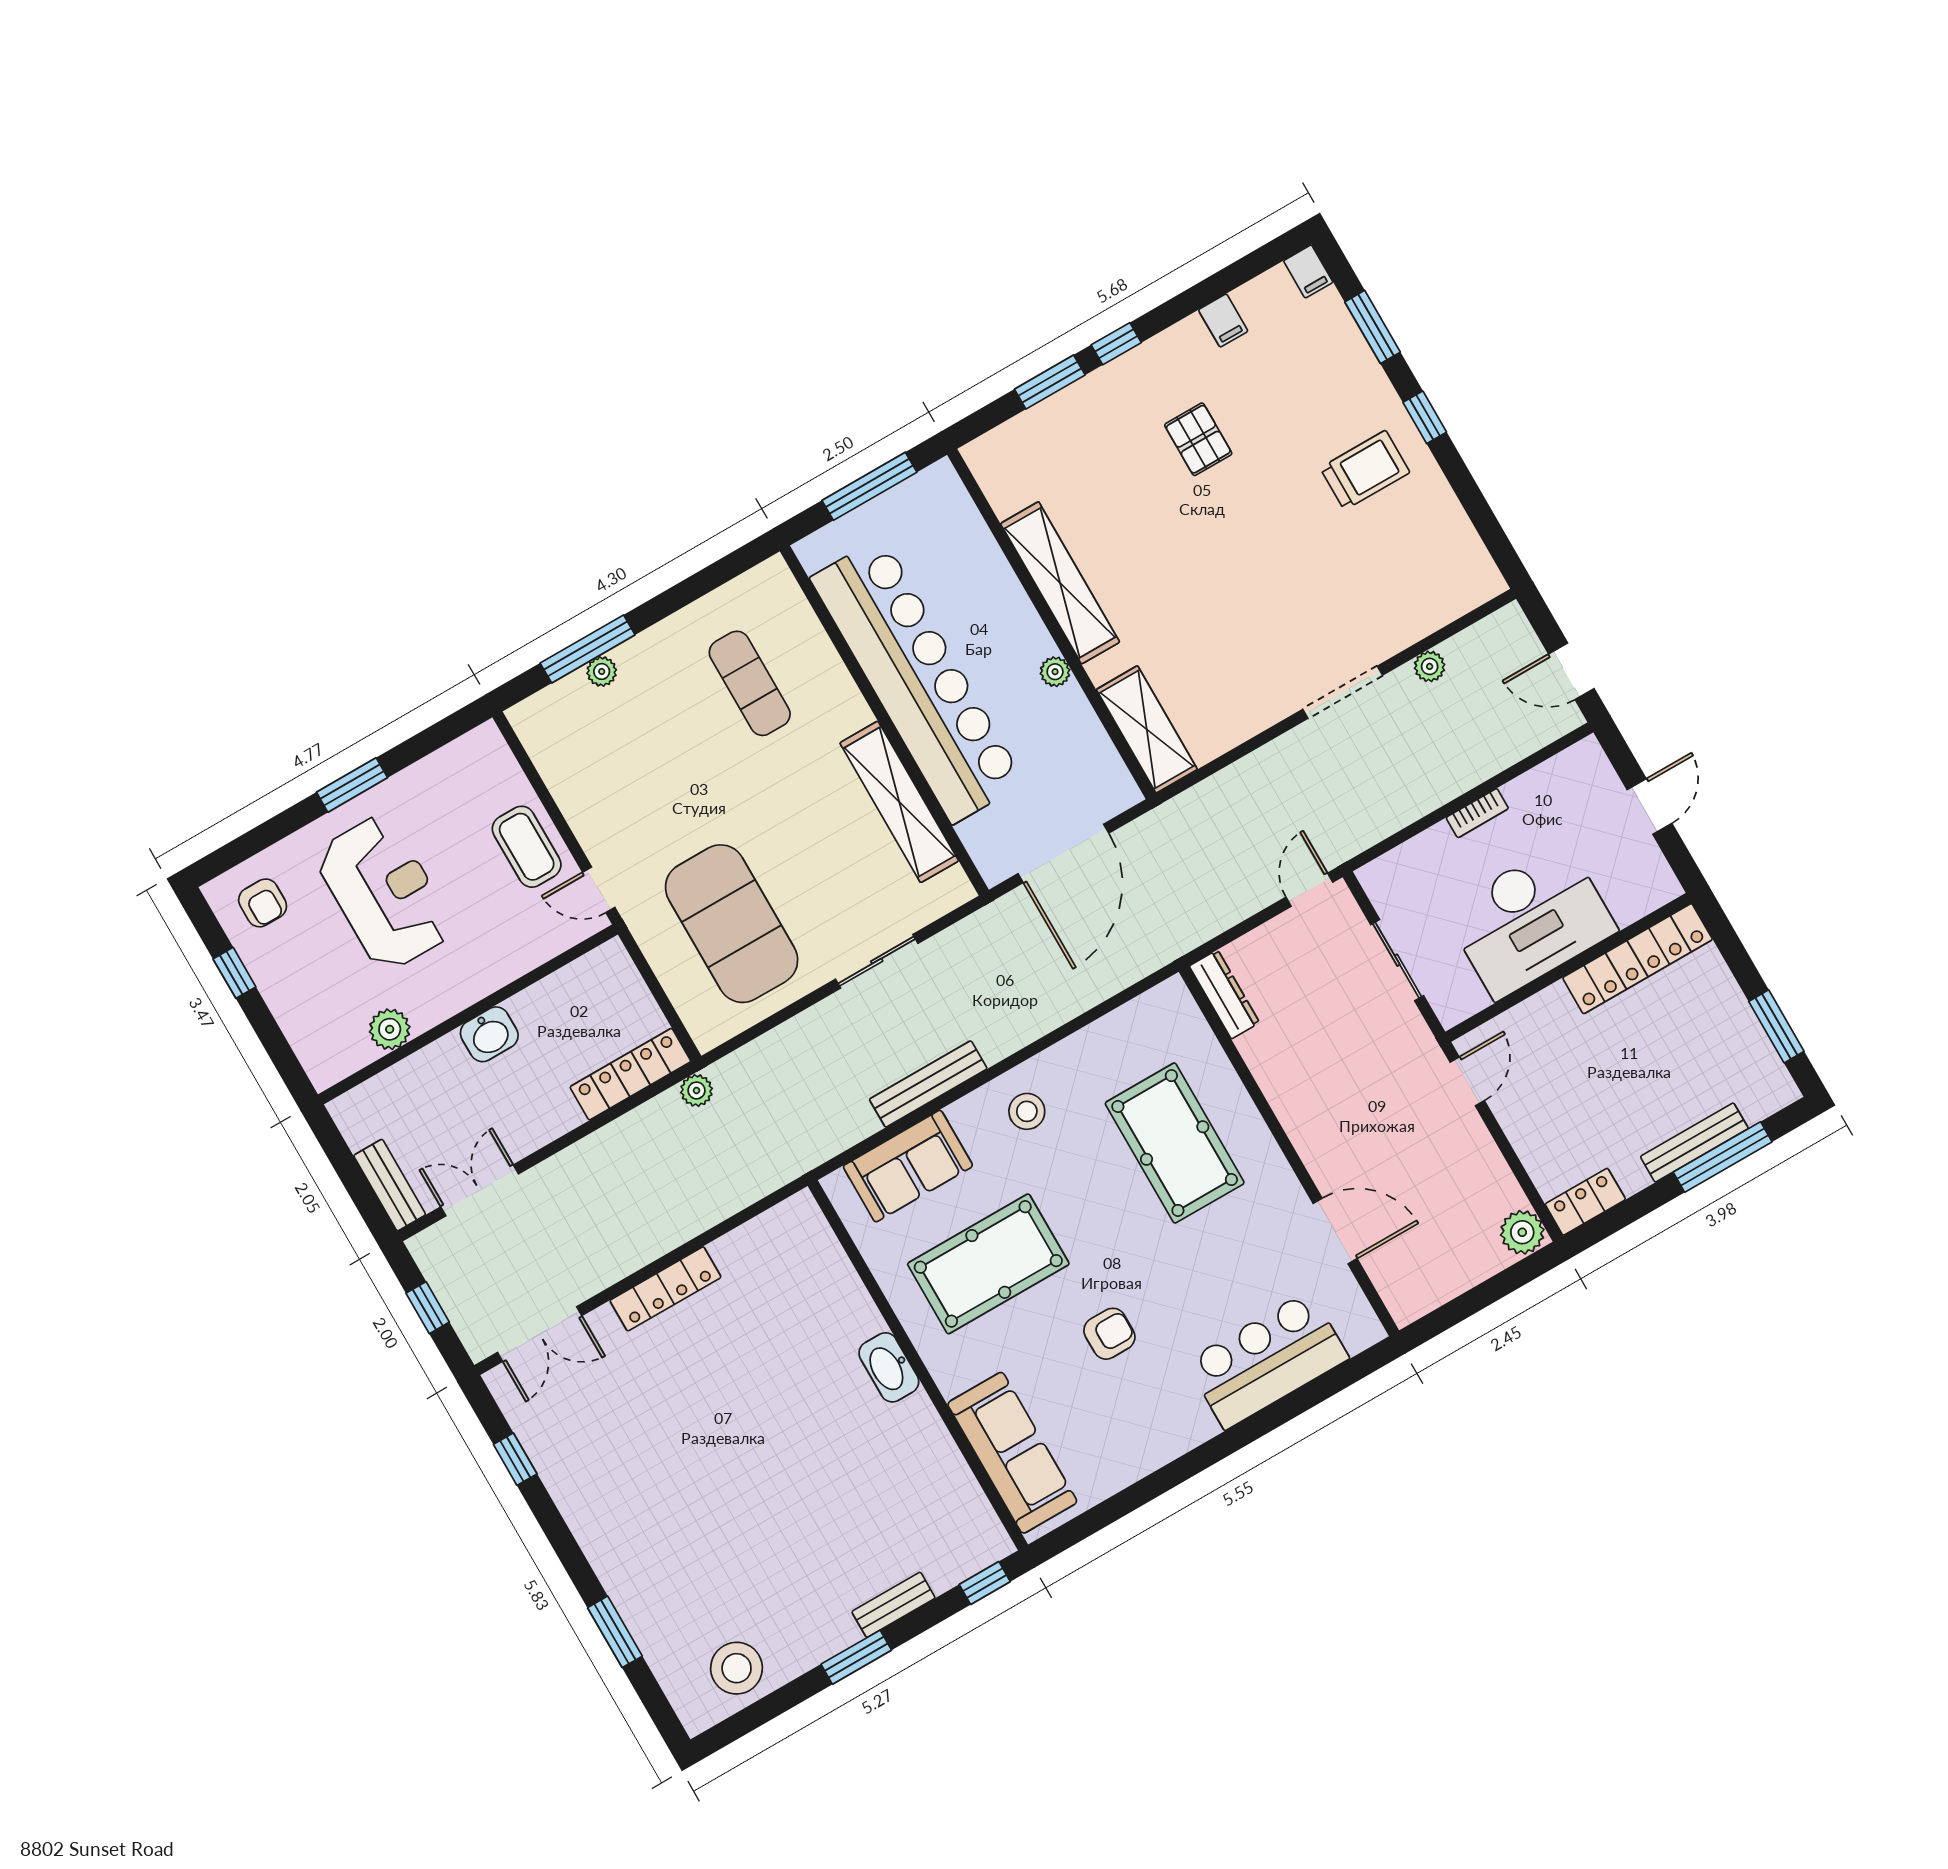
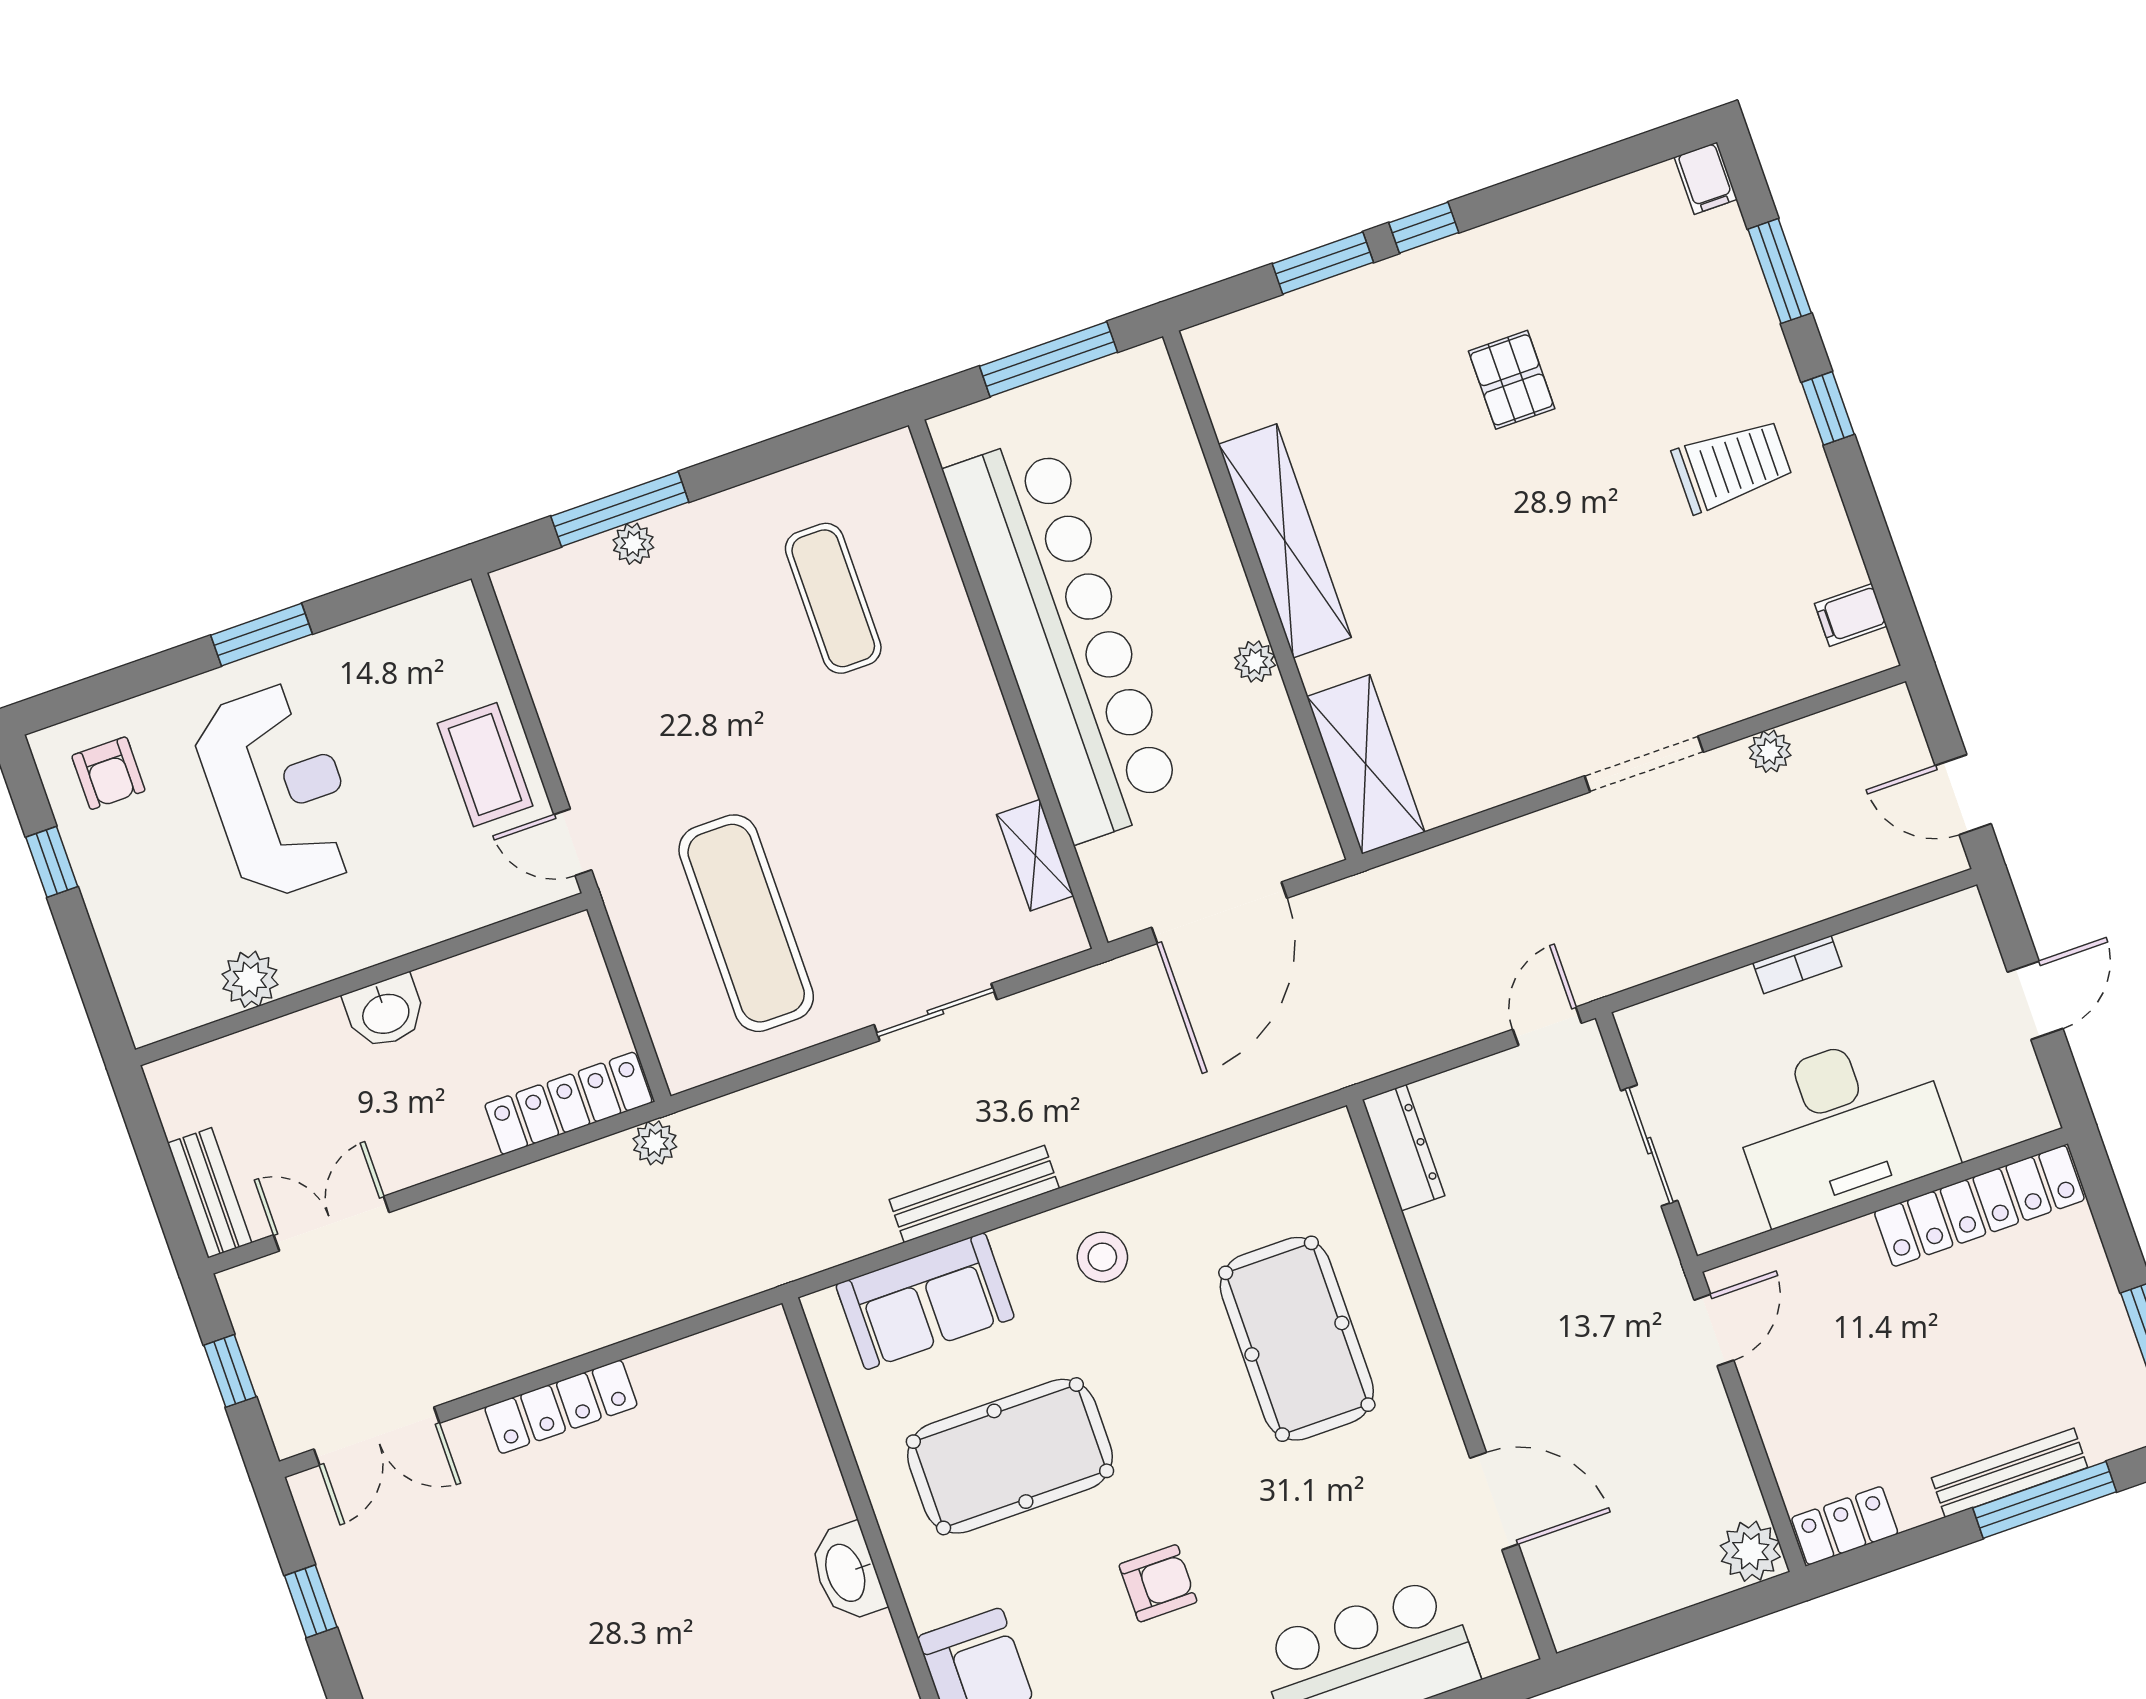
filing cabinet: (1223, 321) -> (1851, 615), moved, turned 90
shelving: (899, 802) -> (1035, 855), width x0.45, depth x0.75
exercise mat: (732, 924) -> (746, 923), width x0.68

